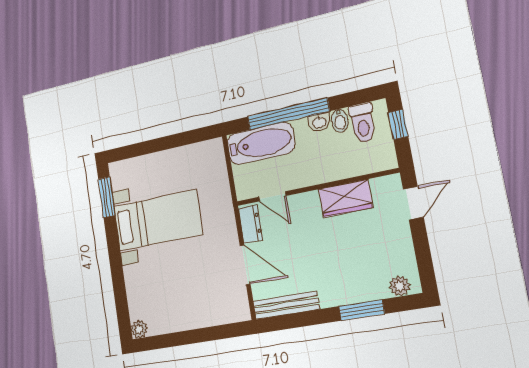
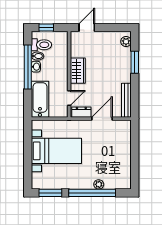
window: (288, 114) -> (28, 67), moved
wardrobe: (345, 198) -> (78, 71), moved
door: (413, 203) -> (87, 28), hinge flipped
bed with nightstands: (158, 220) -> (56, 151), moved, turned 90
window: (117, 270) -> (92, 193), added
plant: (139, 329) -> (99, 184), moved

